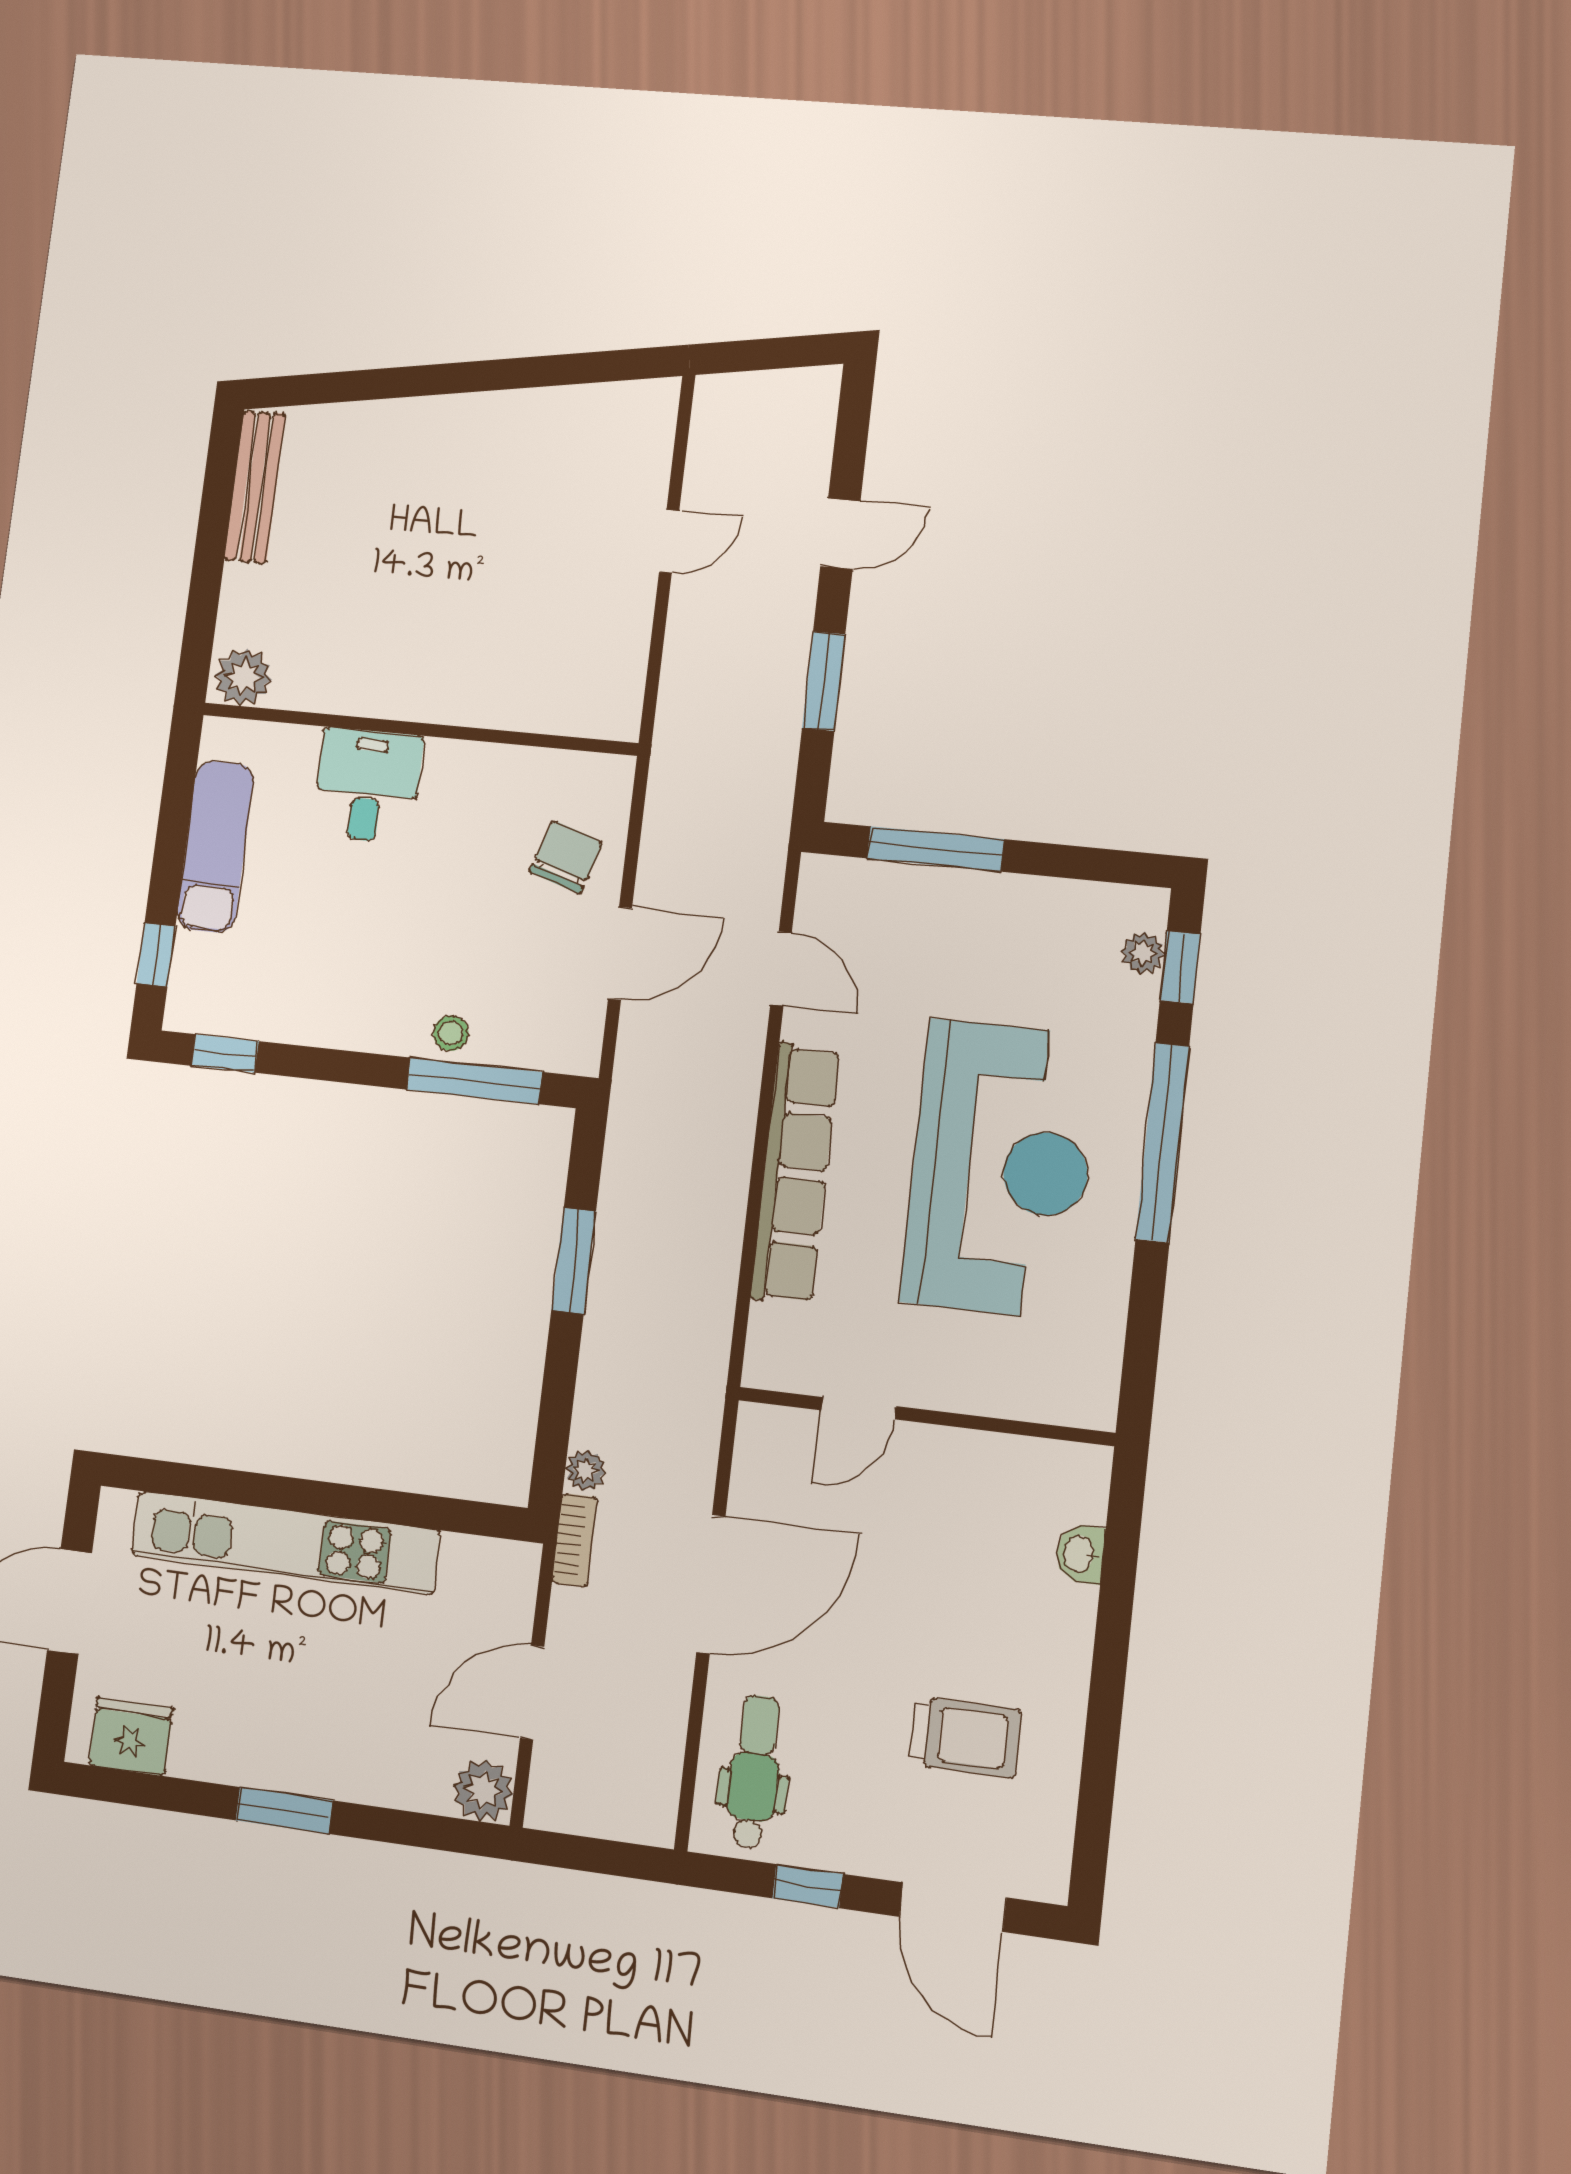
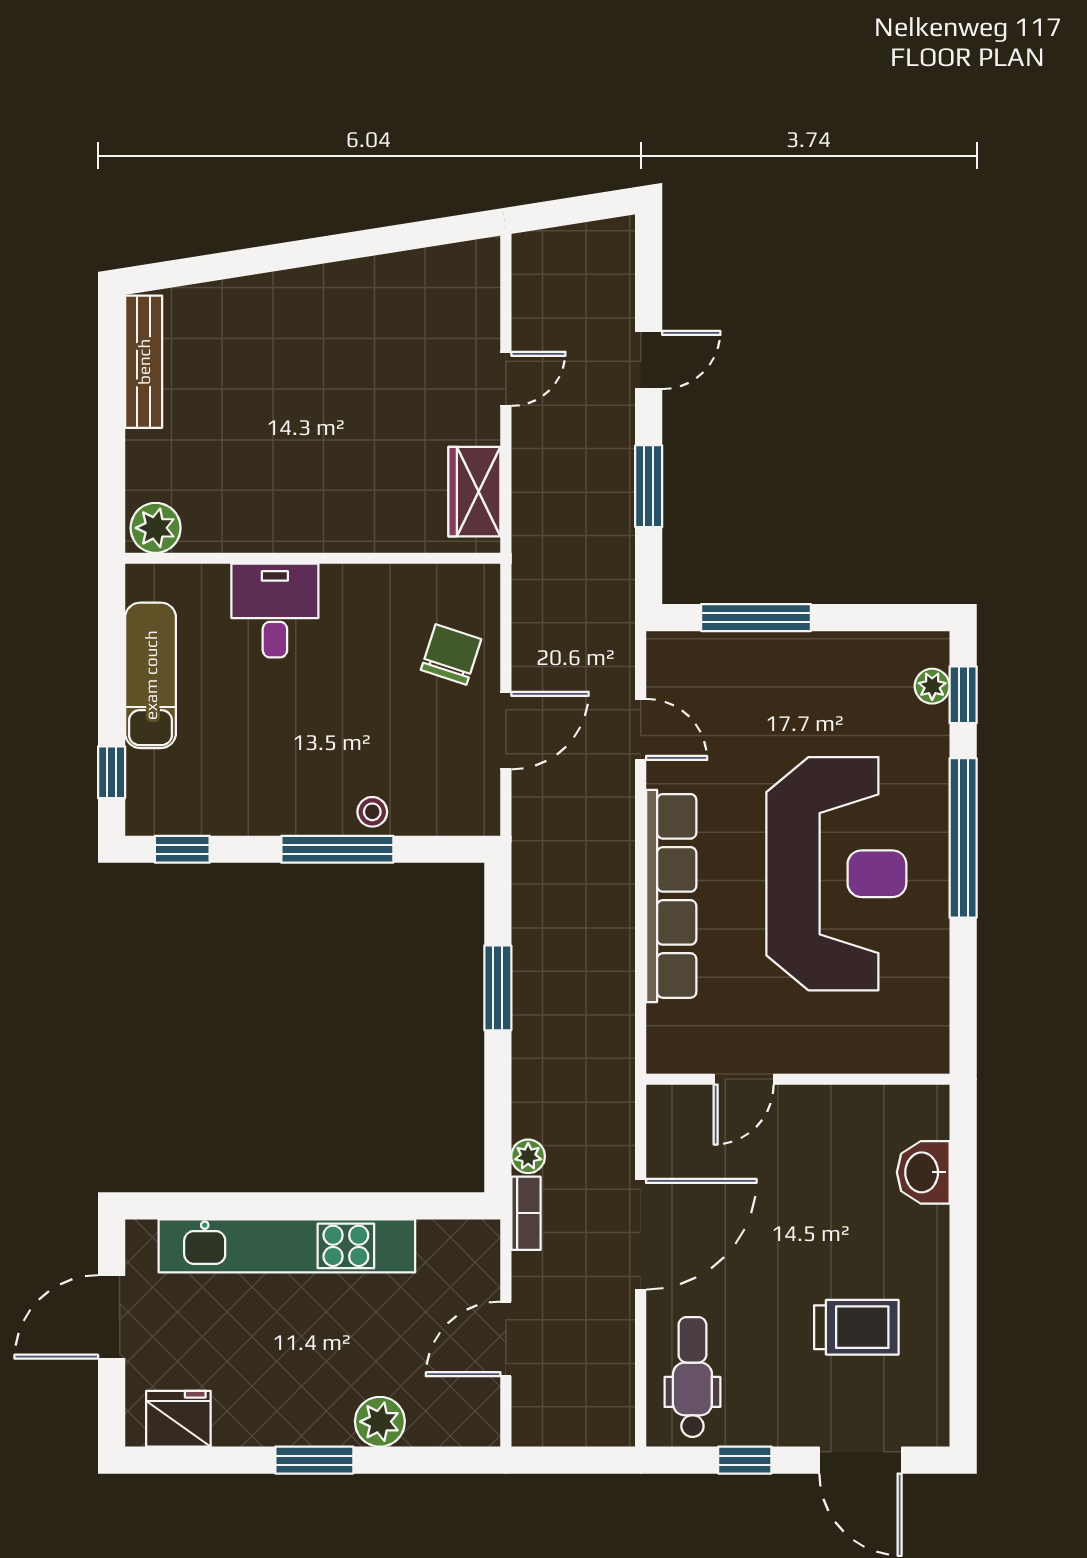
wardrobe: (617, 669) -> (474, 492), added
window: (474, 1081) -> (337, 849), moved
washbasin: (1080, 1554) -> (923, 1172), width x1.38, depth x1.45
plant: (483, 1790) -> (380, 1422), moved

